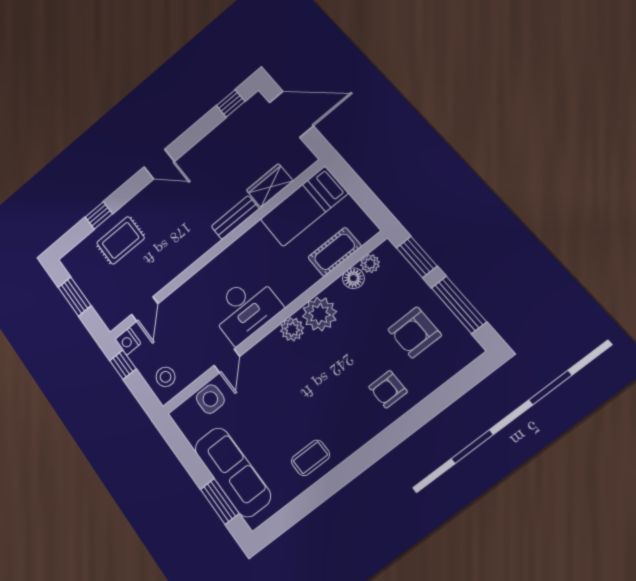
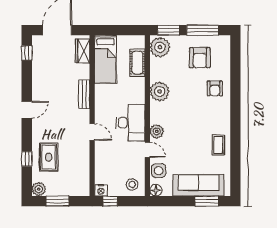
wardrobe: (270, 186) -> (83, 51), moved
plant: (73, 261) -> (39, 189), added
plant: (370, 264) -> (160, 47), width x1.88, depth x1.88
floor lamp: (353, 278) -> (156, 190), moved
door: (145, 309) -> (92, 132), moved
plant: (292, 329) -> (157, 131), moved

